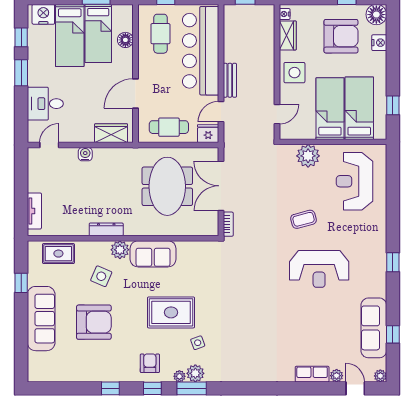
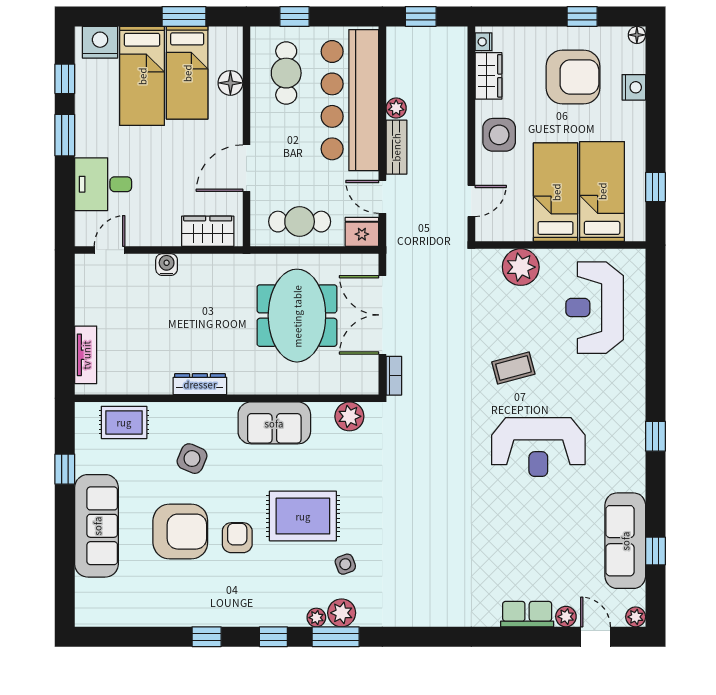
floor lamp: (376, 15) -> (637, 35), width x0.53, depth x0.53
plant: (230, 56) -> (396, 108), added
door: (221, 112) -> (382, 197), hinge flipped
plant: (120, 250) -> (349, 416), moved
armchair: (150, 363) -> (237, 538), moved

